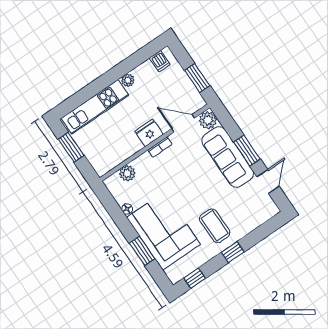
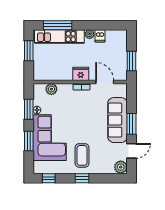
dishwasher: (160, 61) -> (100, 36), moved
window: (84, 95) -> (58, 25), added
plant: (208, 120) -> (121, 167), moved
window: (117, 215) -> (29, 109), added

